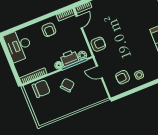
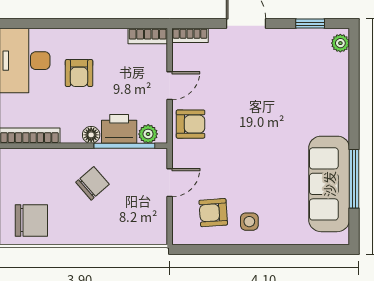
door: (79, 22) -> (170, 86), moved
armchair: (49, 30) -> (79, 73), moved
door: (99, 72) -> (170, 183), swing flipped
chair: (41, 89) -> (31, 220), moved

